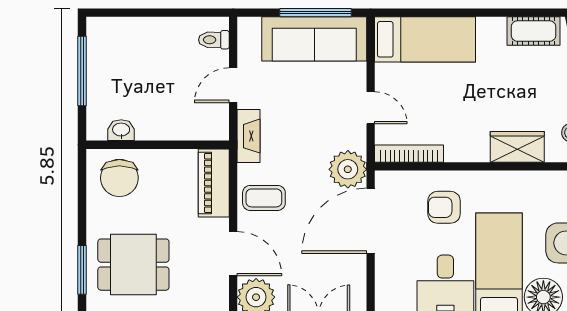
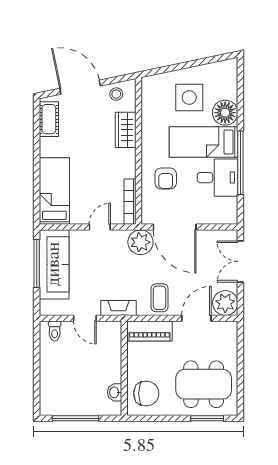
dining table: (133, 265) -> (204, 384), width x1.37

